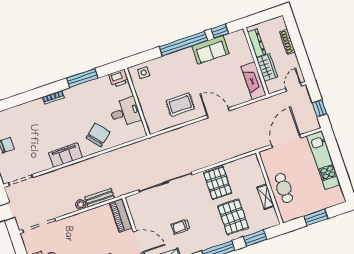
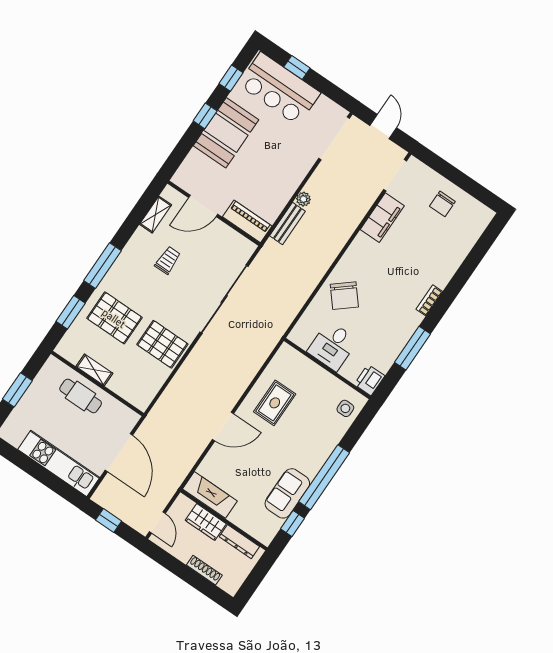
filing cabinet: (66, 155) -> (382, 218), moved

